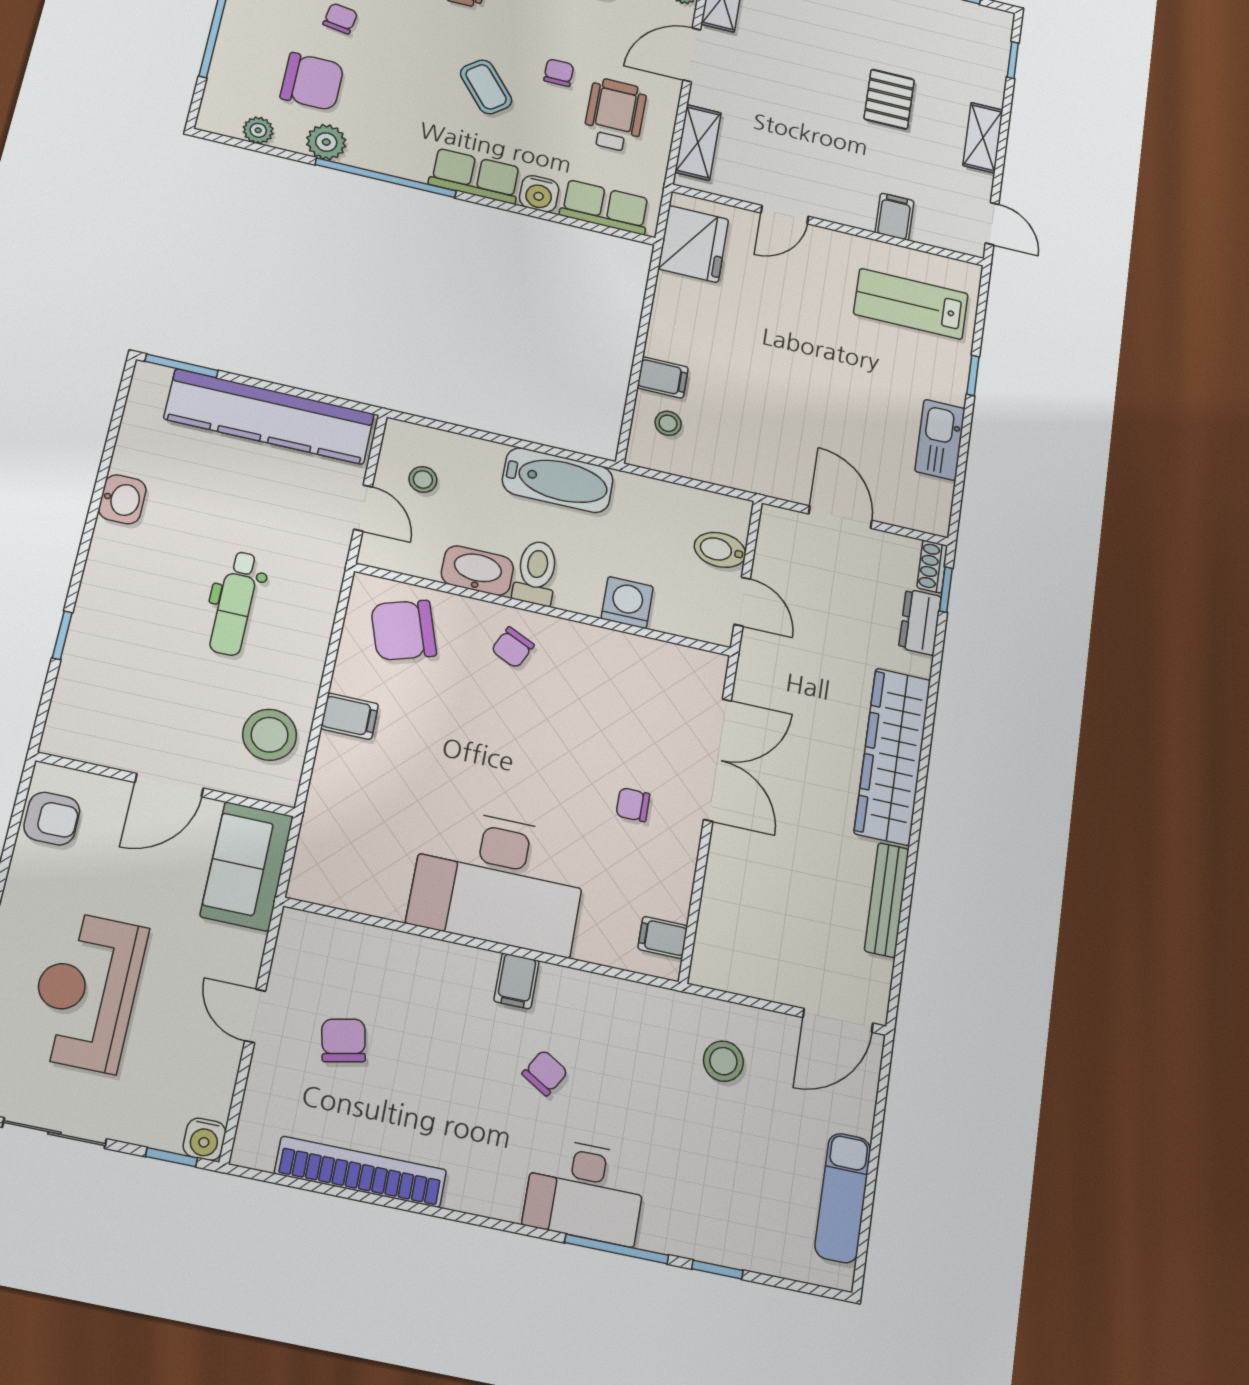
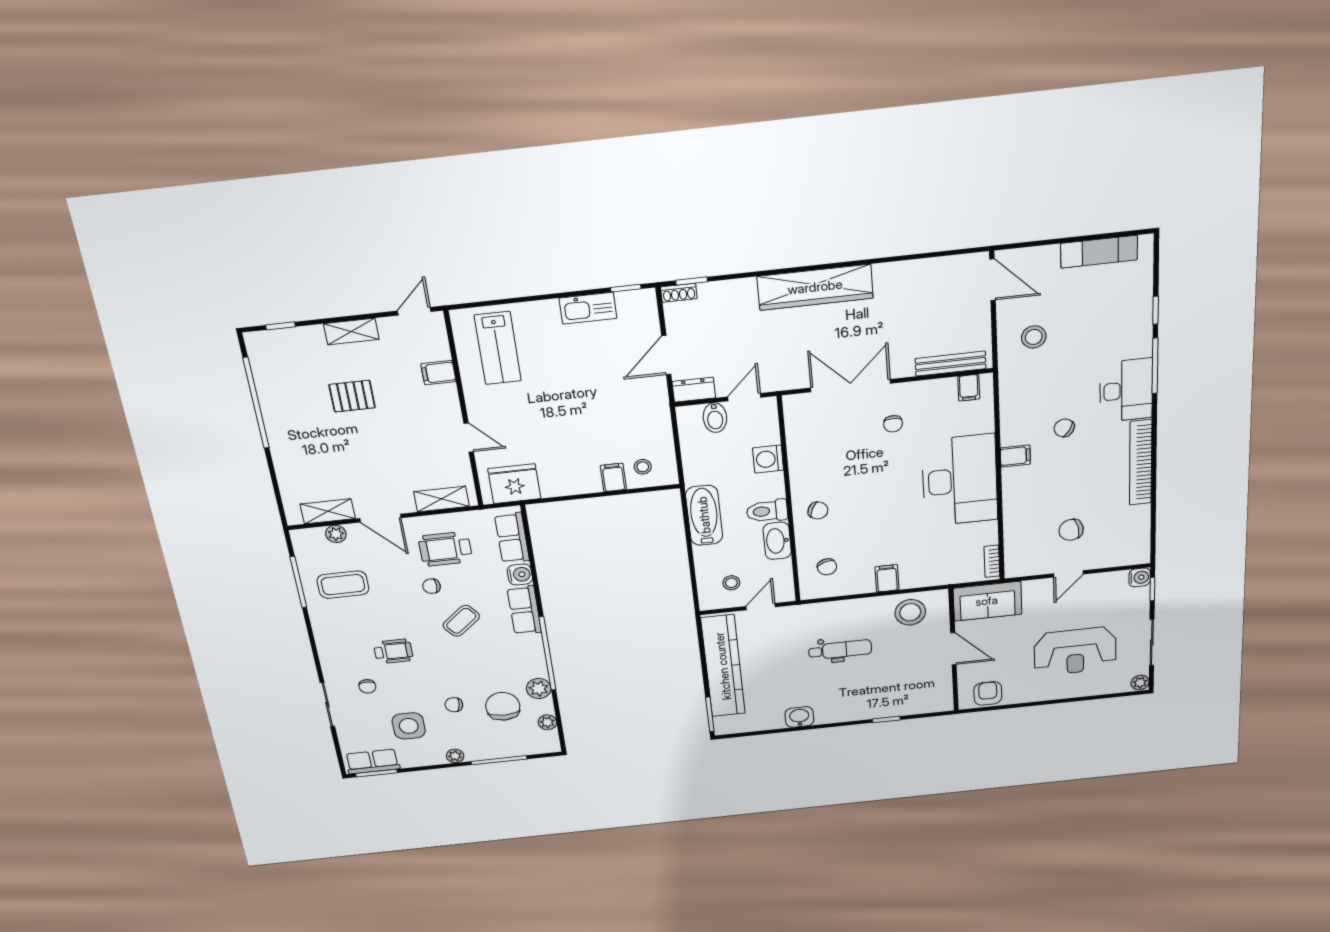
window: (973, 376) -> (626, 288), moved
dresser: (920, 622) -> (694, 390), moved, turned 180
chair: (404, 630) -> (827, 567), width x0.54, depth x0.54
bookcase: (325, 893) -> (992, 561), added
bench: (887, 900) -> (951, 364), moved
bookcase: (361, 1172) -> (1141, 463), moved

